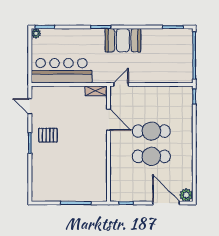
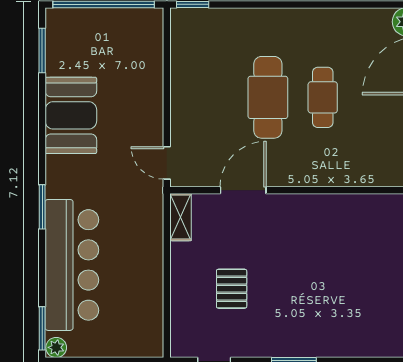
booth: (123, 40) -> (71, 115), moved
bar counter: (62, 71) -> (72, 265), moved, turned 180
pallet: (48, 135) -> (232, 289), moved
cafe table: (151, 156) -> (323, 97), width x0.73, depth x0.74

